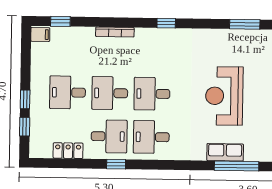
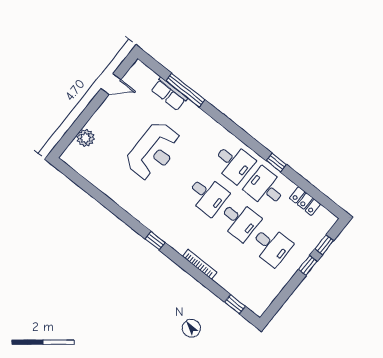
window: (245, 24) -> (96, 194), removed
filing cabinet: (40, 34) -> (258, 306), removed
row of seats: (225, 152) -> (169, 94), moved

